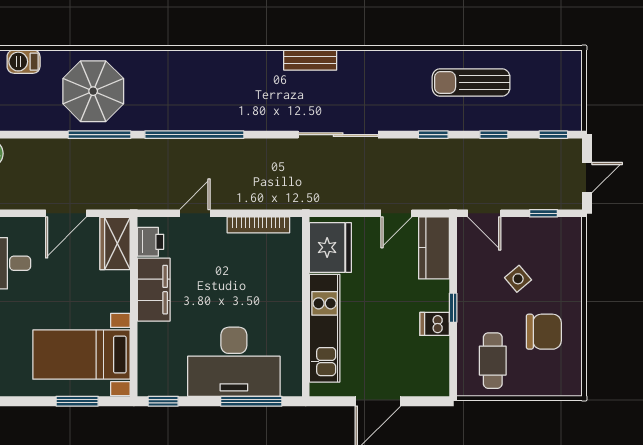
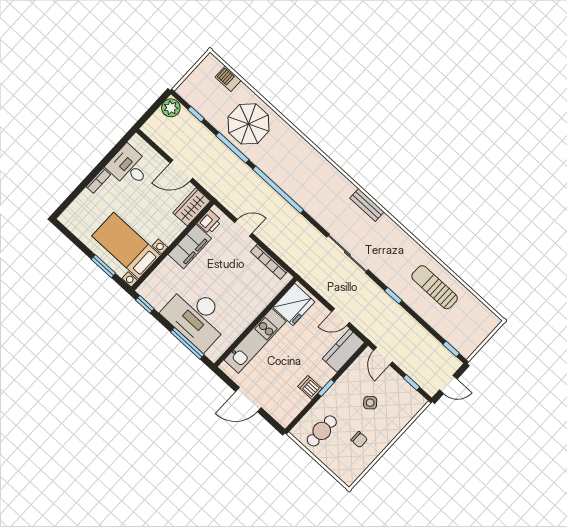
window: (494, 135) -> (196, 114), moved
chair: (544, 332) -> (359, 440), width x0.54, depth x0.54

